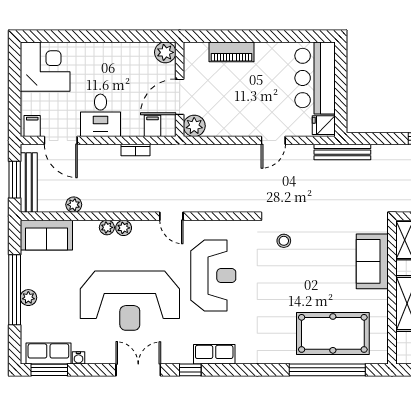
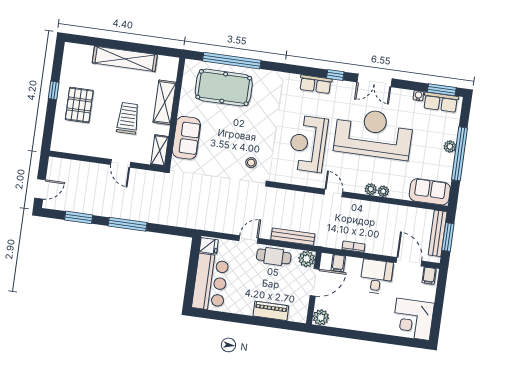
cafe table: (237, 123) -> (274, 256), added
bench: (342, 152) -> (293, 237), moved
plant: (74, 205) -> (406, 212), removed

